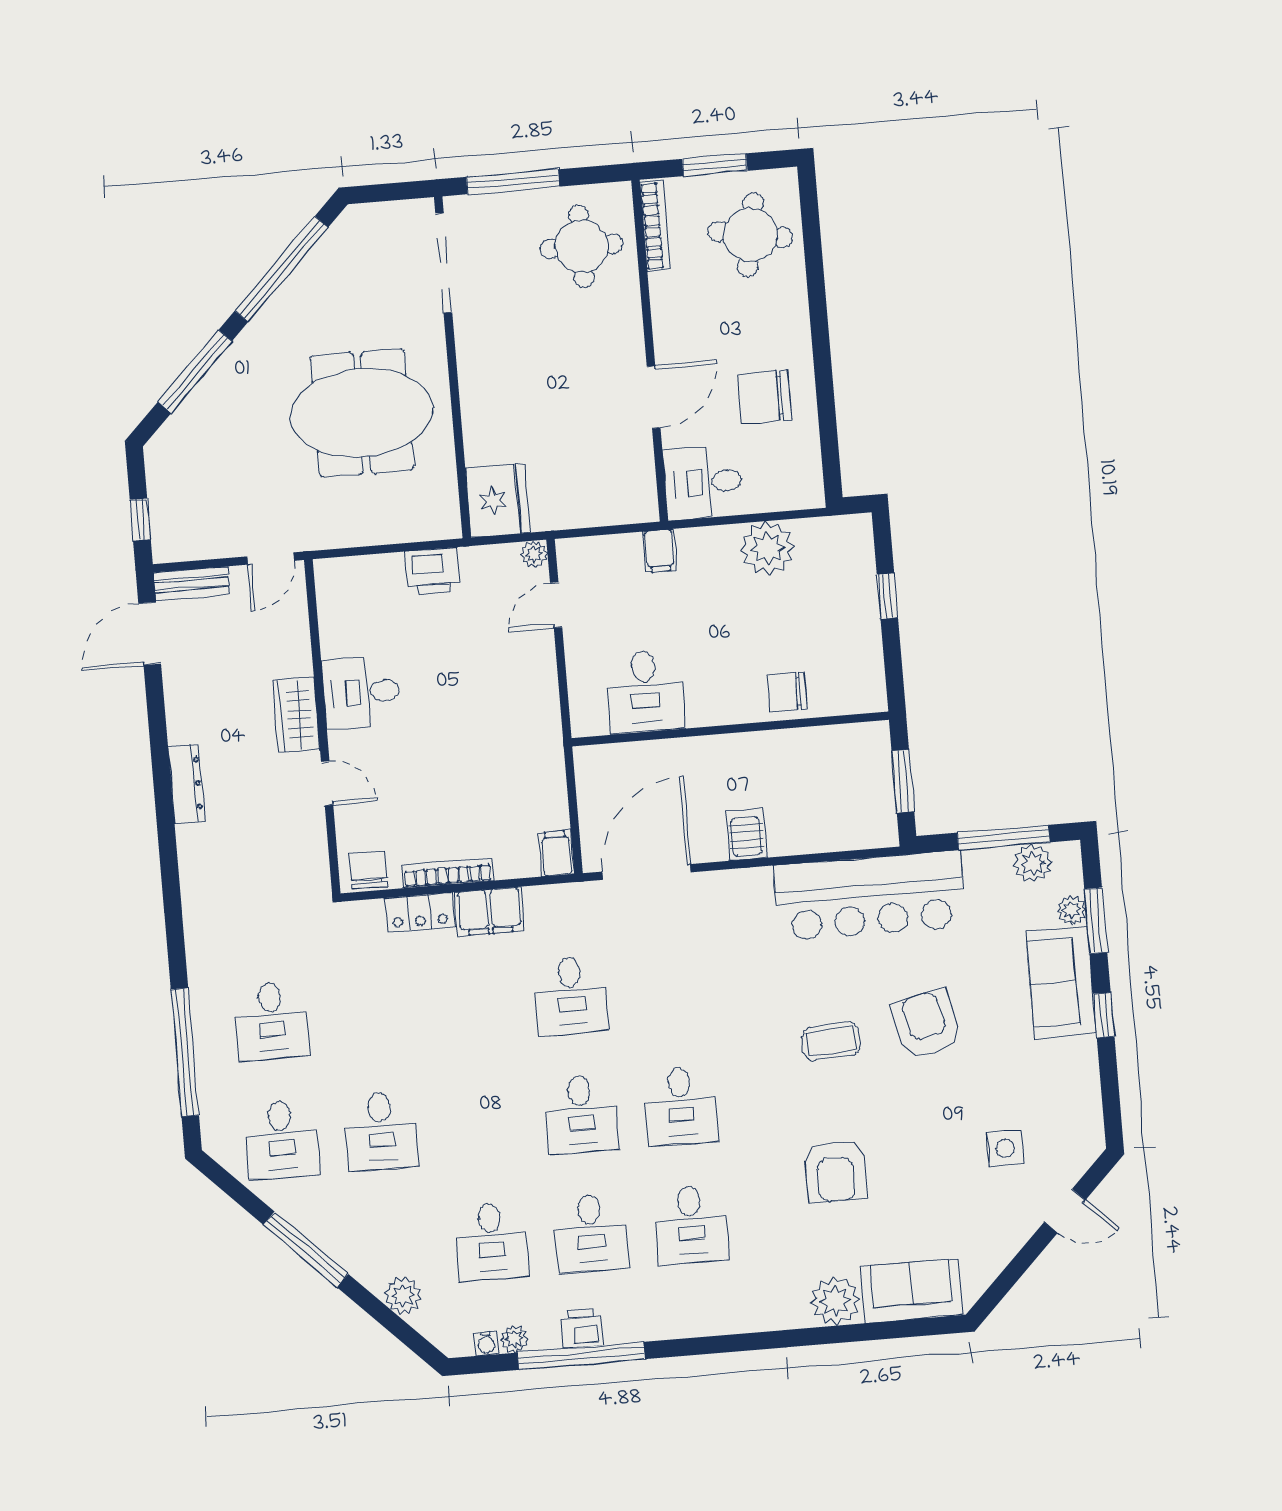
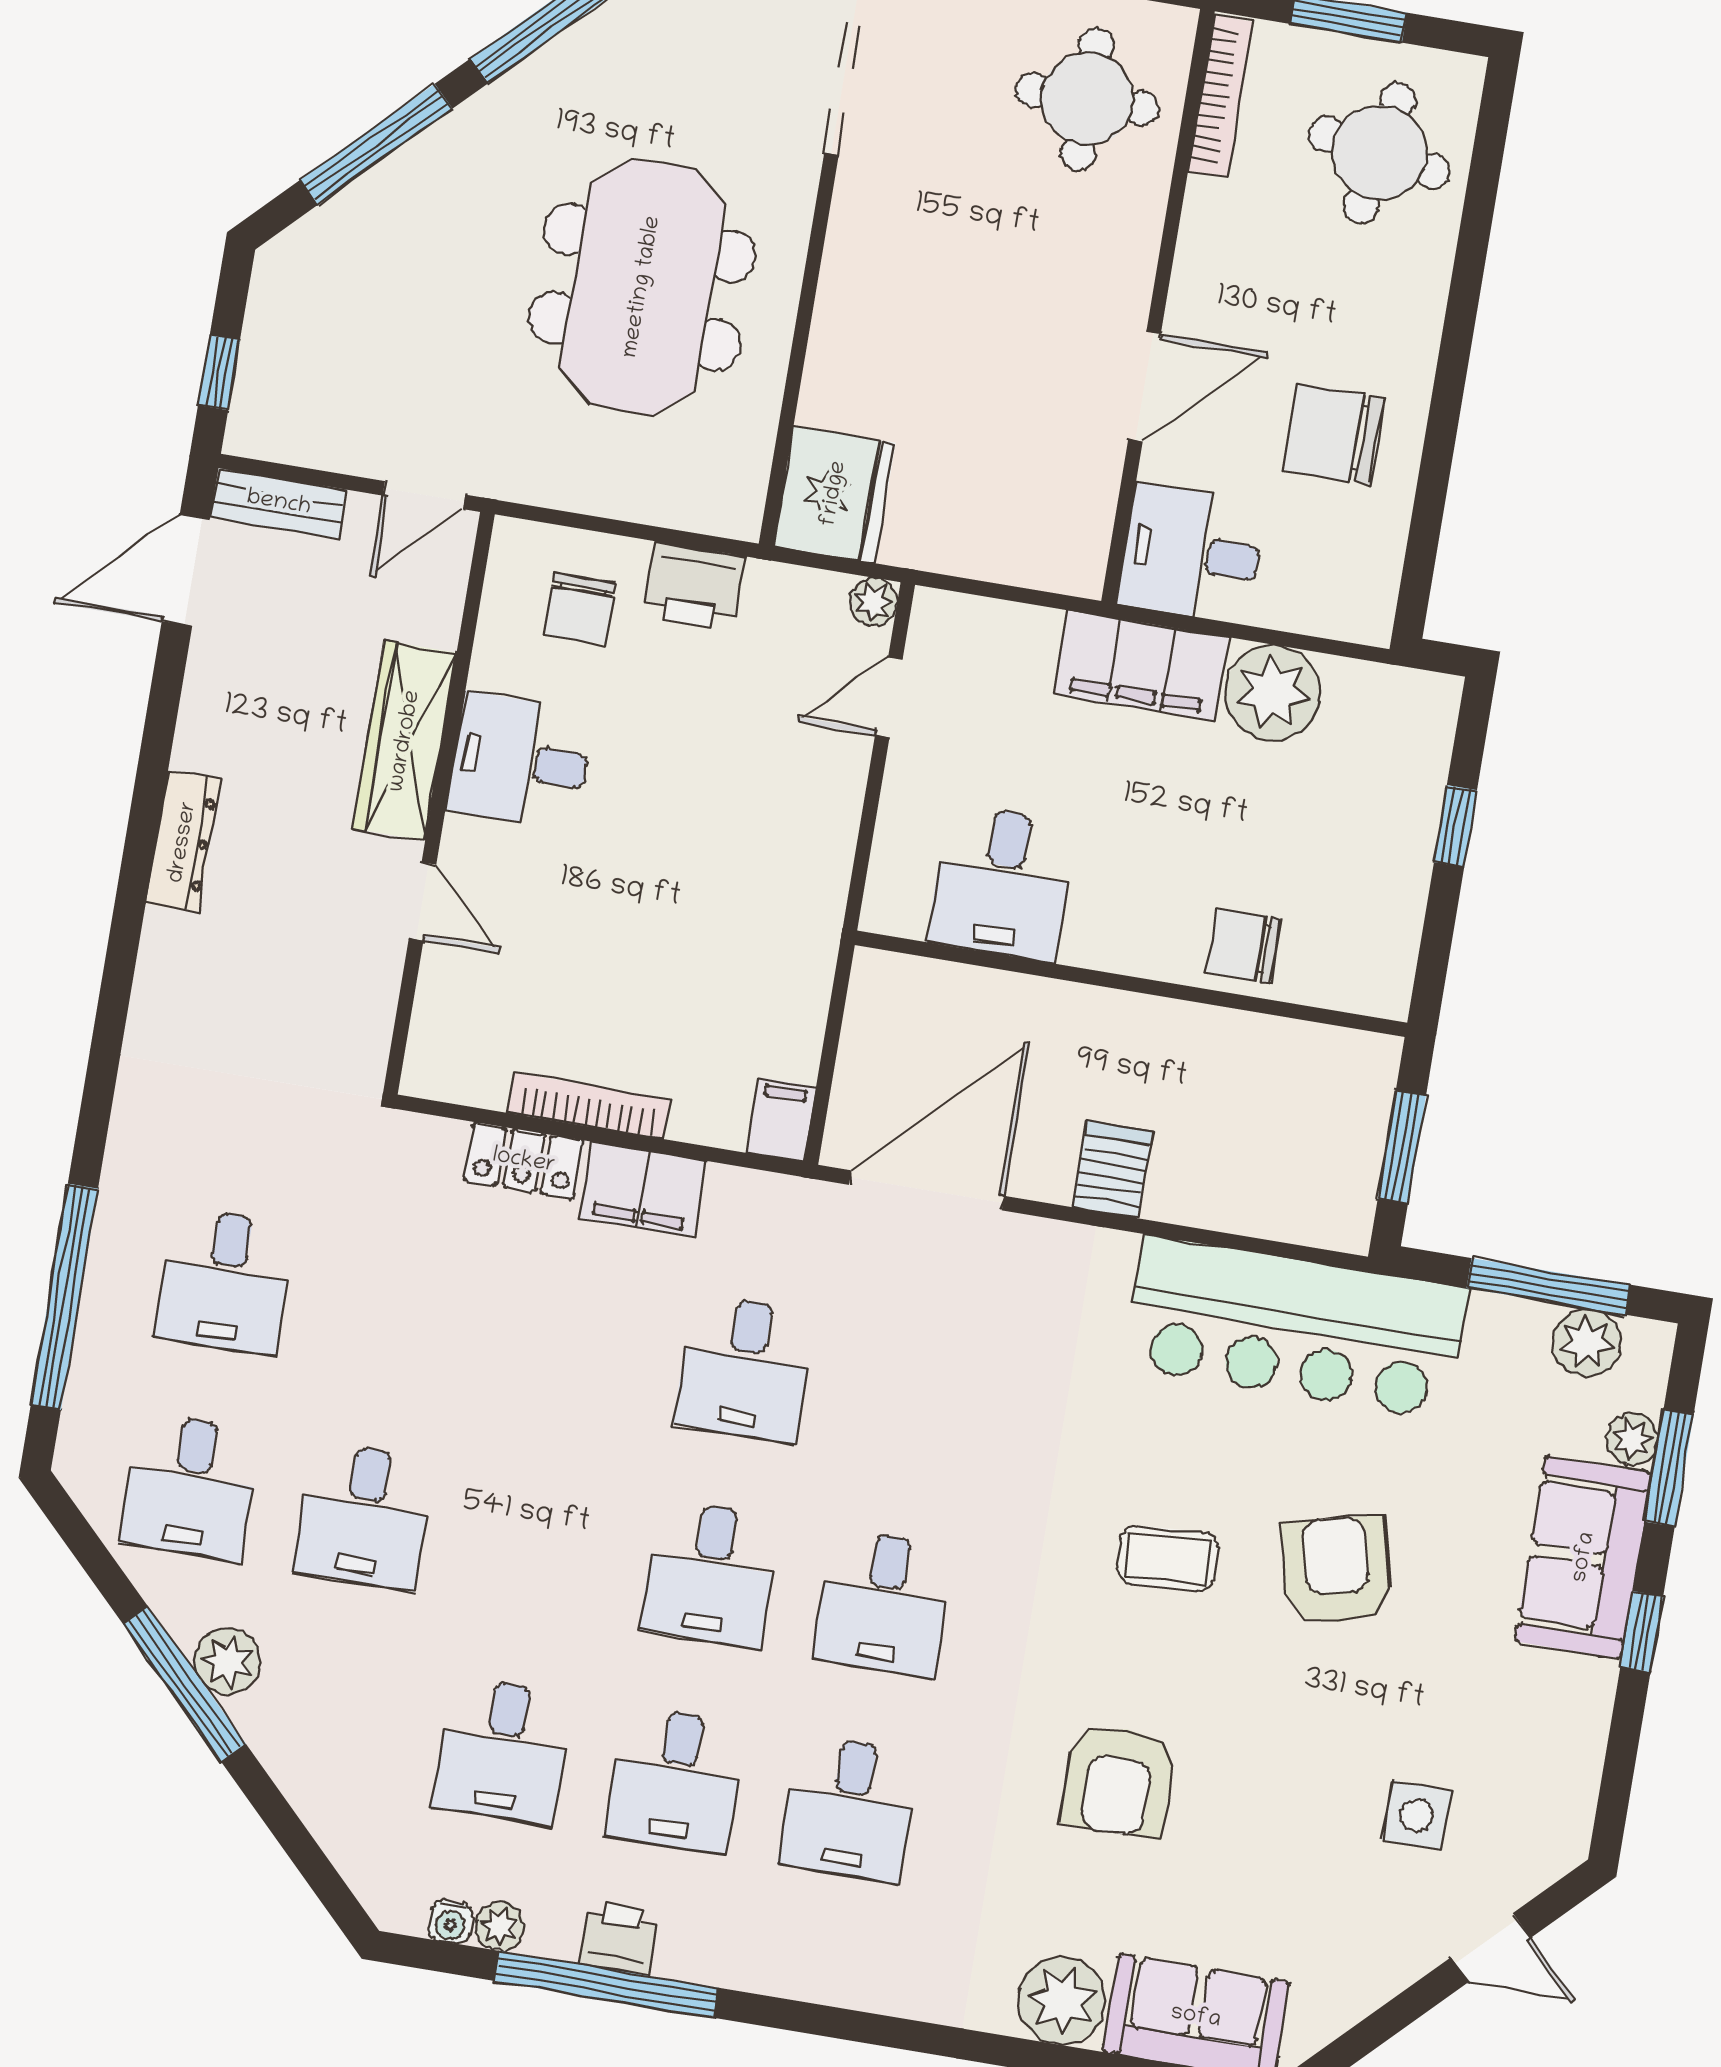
meeting table: (362, 413) -> (642, 287), turned 90
filing cabinet: (660, 551) -> (1141, 666), width x3.00, depth x1.17
wardrobe: (296, 715) -> (405, 741), width x1.50
chair: (368, 870) -> (580, 609), moved, turned 180
plant: (403, 1296) -> (227, 1662), moved

